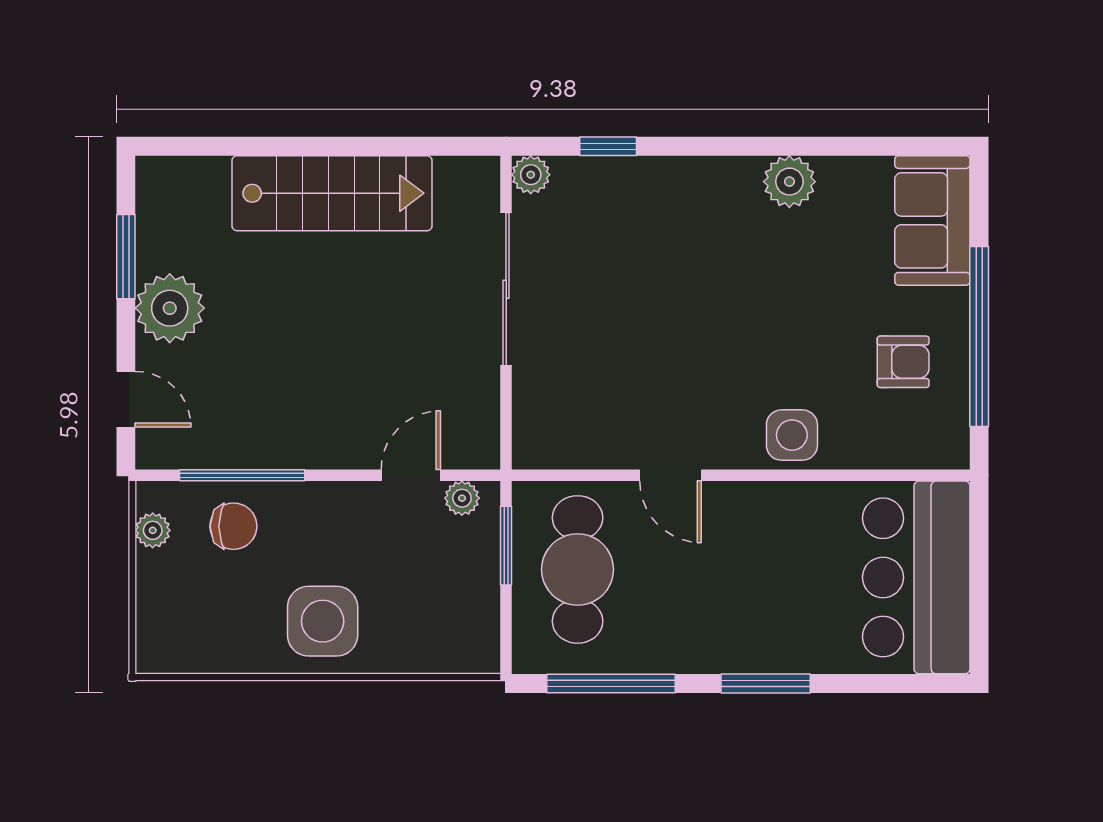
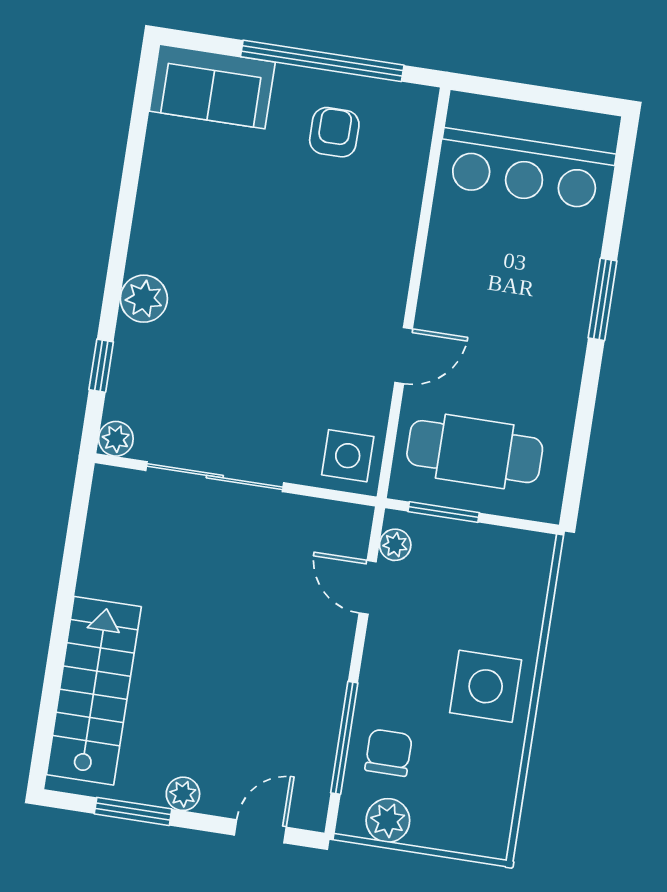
plant: (789, 182) -> (144, 299), moved
stairs: (332, 193) -> (94, 691), moved
plant: (170, 308) -> (183, 794), width x0.53, depth x0.53
side table: (792, 435) -> (348, 456), moved
plant: (153, 530) -> (388, 820), width x1.38, depth x1.38
window: (611, 684) -> (581, 437), removed

